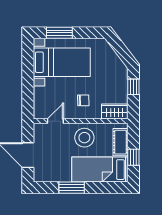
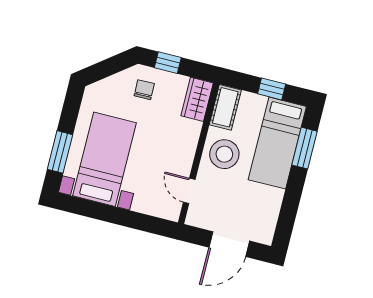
chair: (83, 100) -> (144, 90), moved
cot: (121, 142) -> (225, 107), moved, turned 90
window: (72, 188) -> (305, 148), moved

